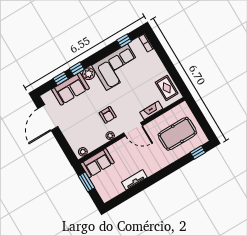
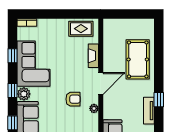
window: (124, 41) -> (13, 56), moved
window: (77, 69) -> (13, 90), moved
pool table: (177, 134) -> (138, 59), moved
window: (198, 152) -> (159, 100), moved

